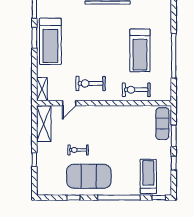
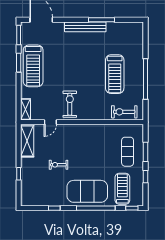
exercise bike: (91, 83) -> (70, 104), turned 90
exercise bike: (136, 90) -> (124, 112), moved
exercise mat: (162, 124) -> (128, 152), moved
exercise mat: (89, 176) -> (87, 191), moved

